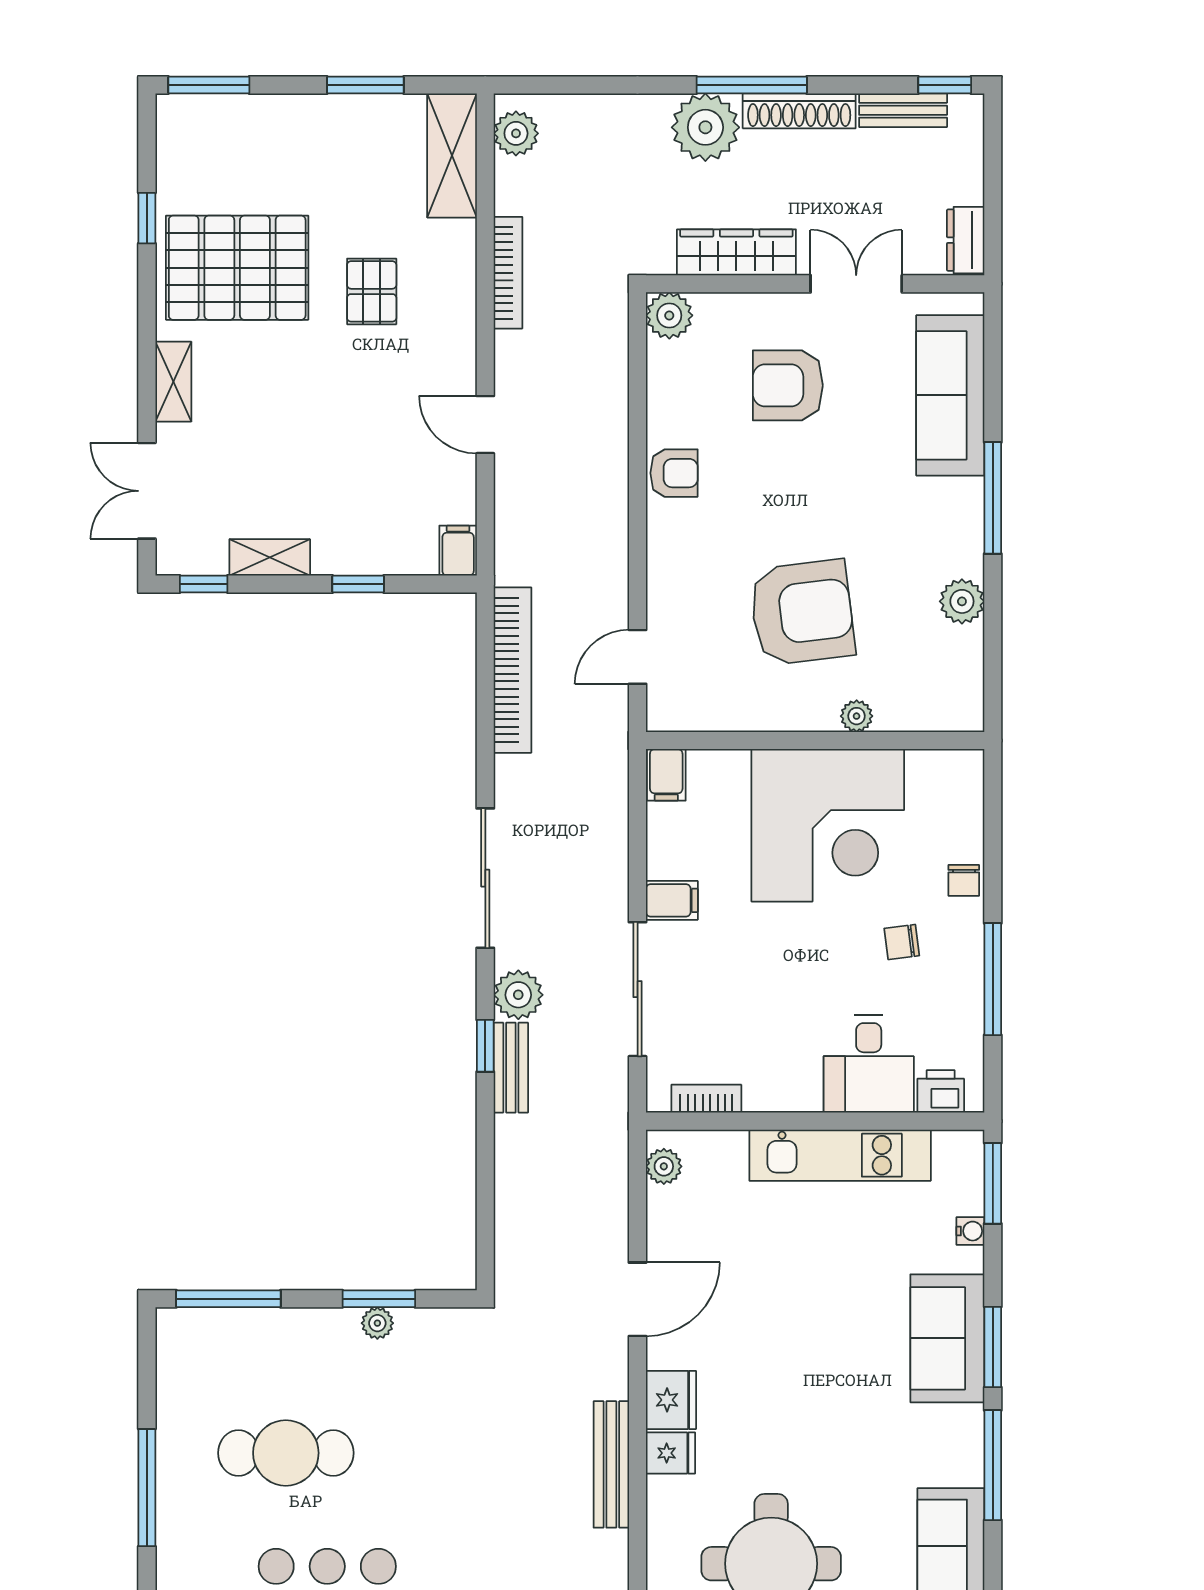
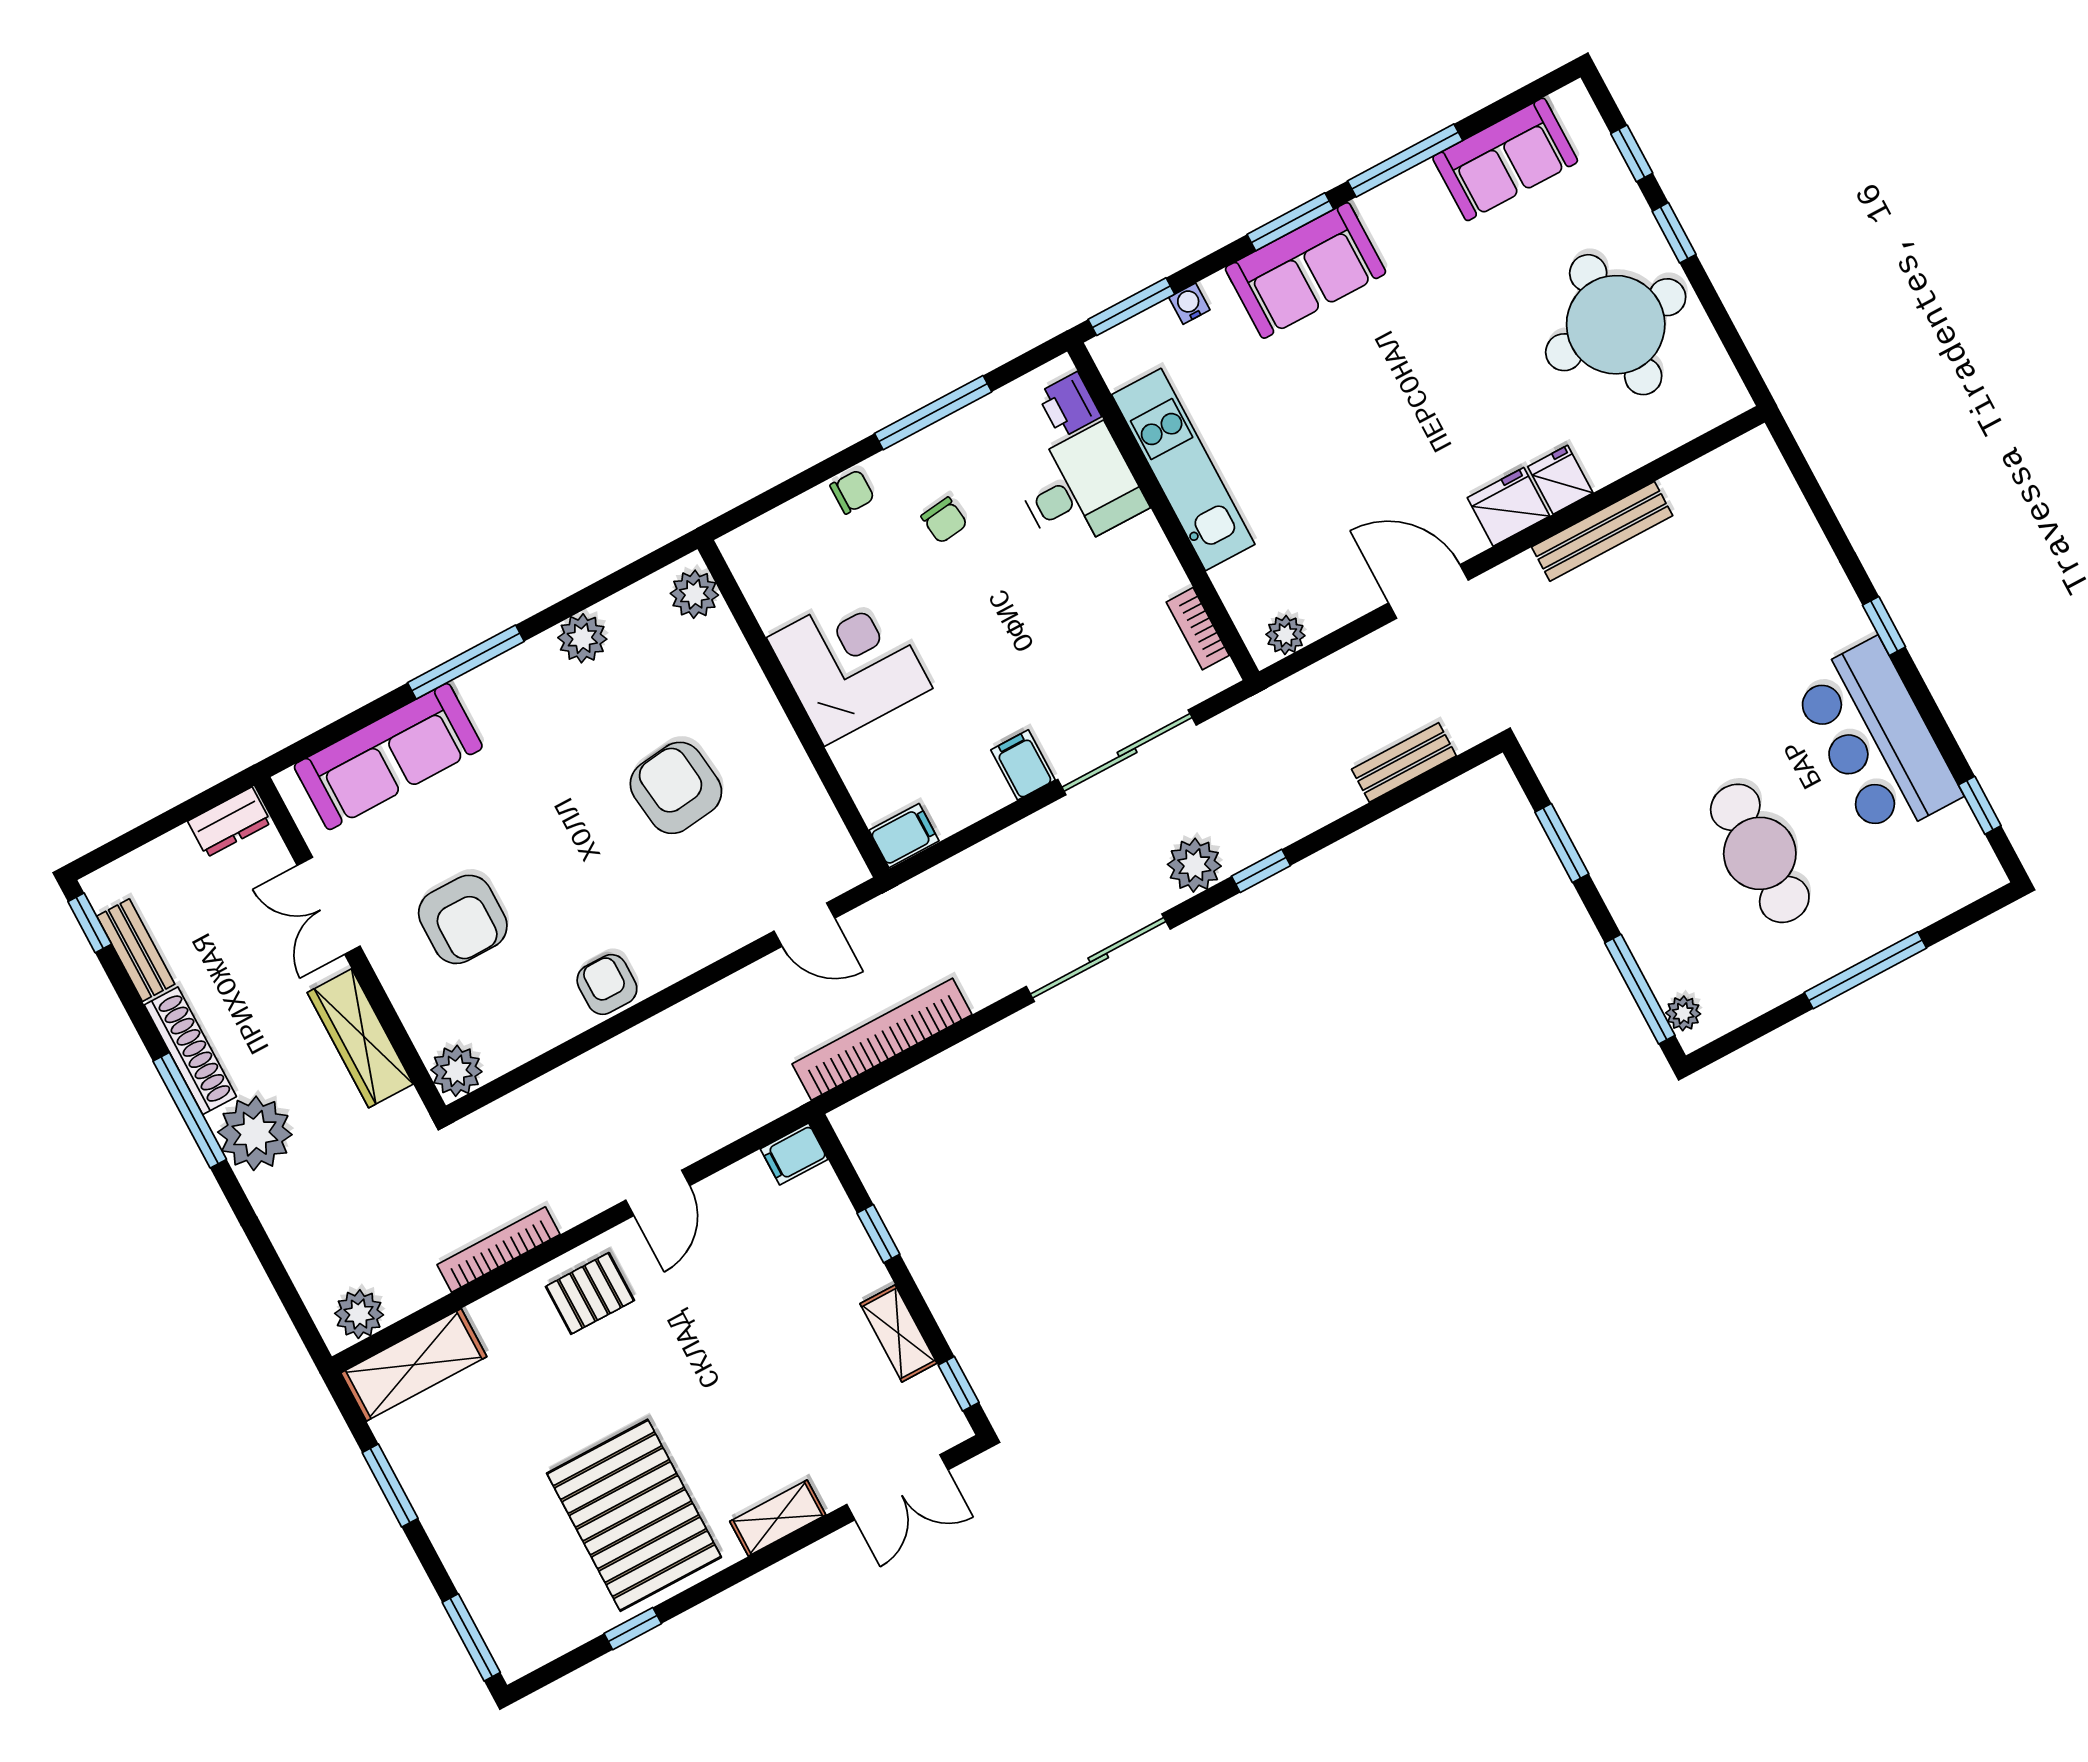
pallet: (372, 291) -> (590, 1293), moved
armchair: (802, 612) -> (676, 788), width x0.73, depth x0.73
plant: (857, 716) -> (694, 594), moved, width x1.38, depth x1.38
corner desk: (828, 825) -> (850, 663), width x0.74, depth x0.74
bench: (511, 1068) -> (1404, 763), moved
plant: (377, 1323) -> (1683, 1013), moved

